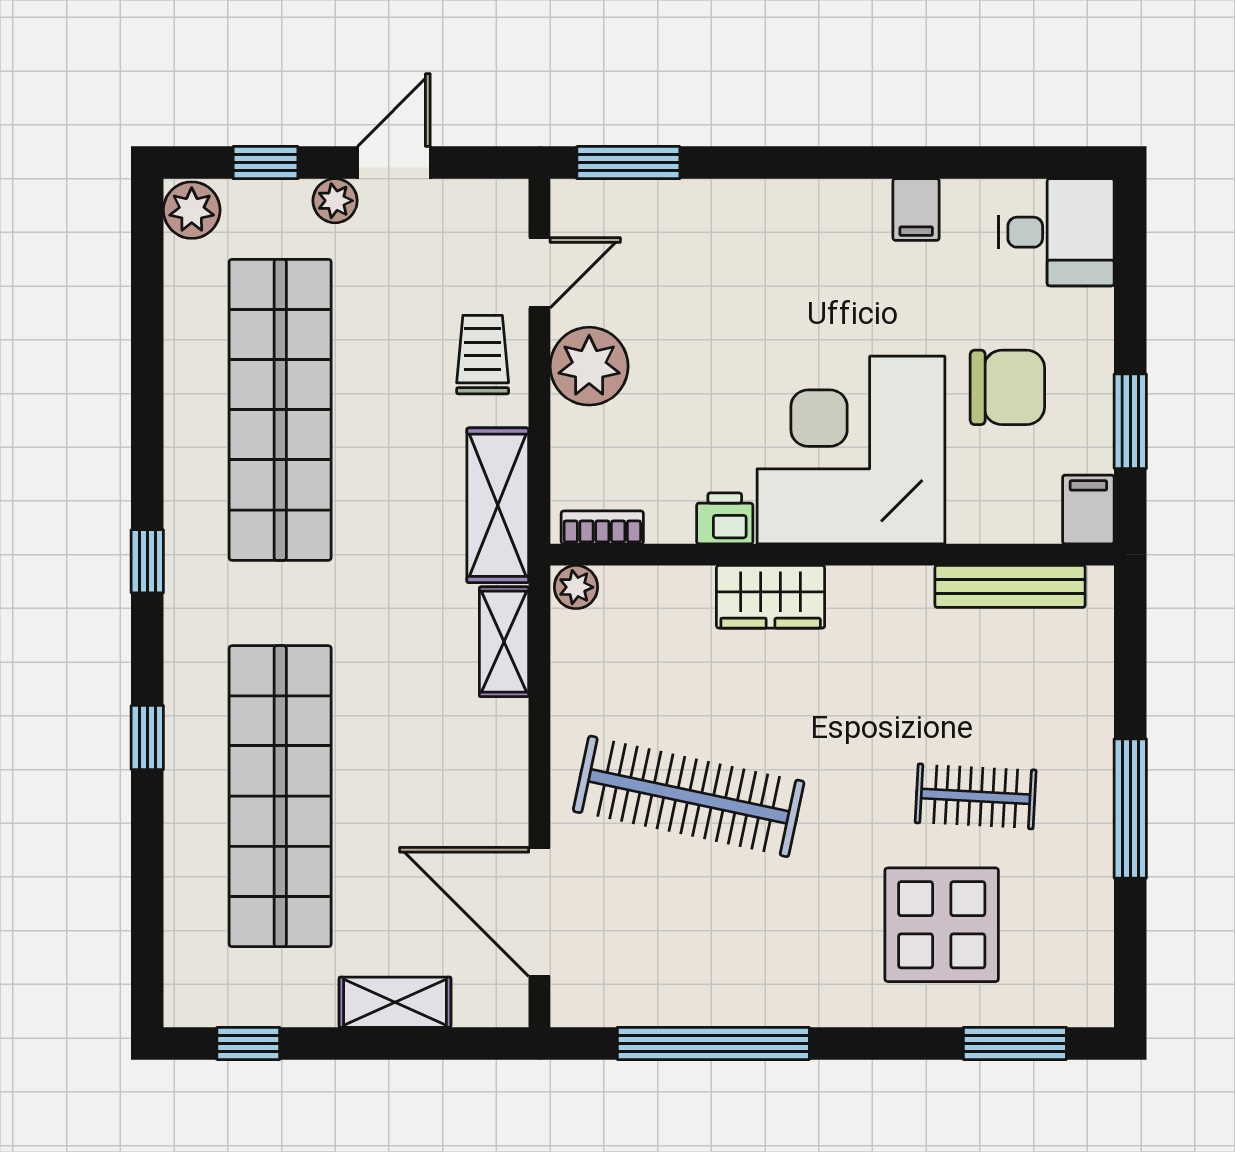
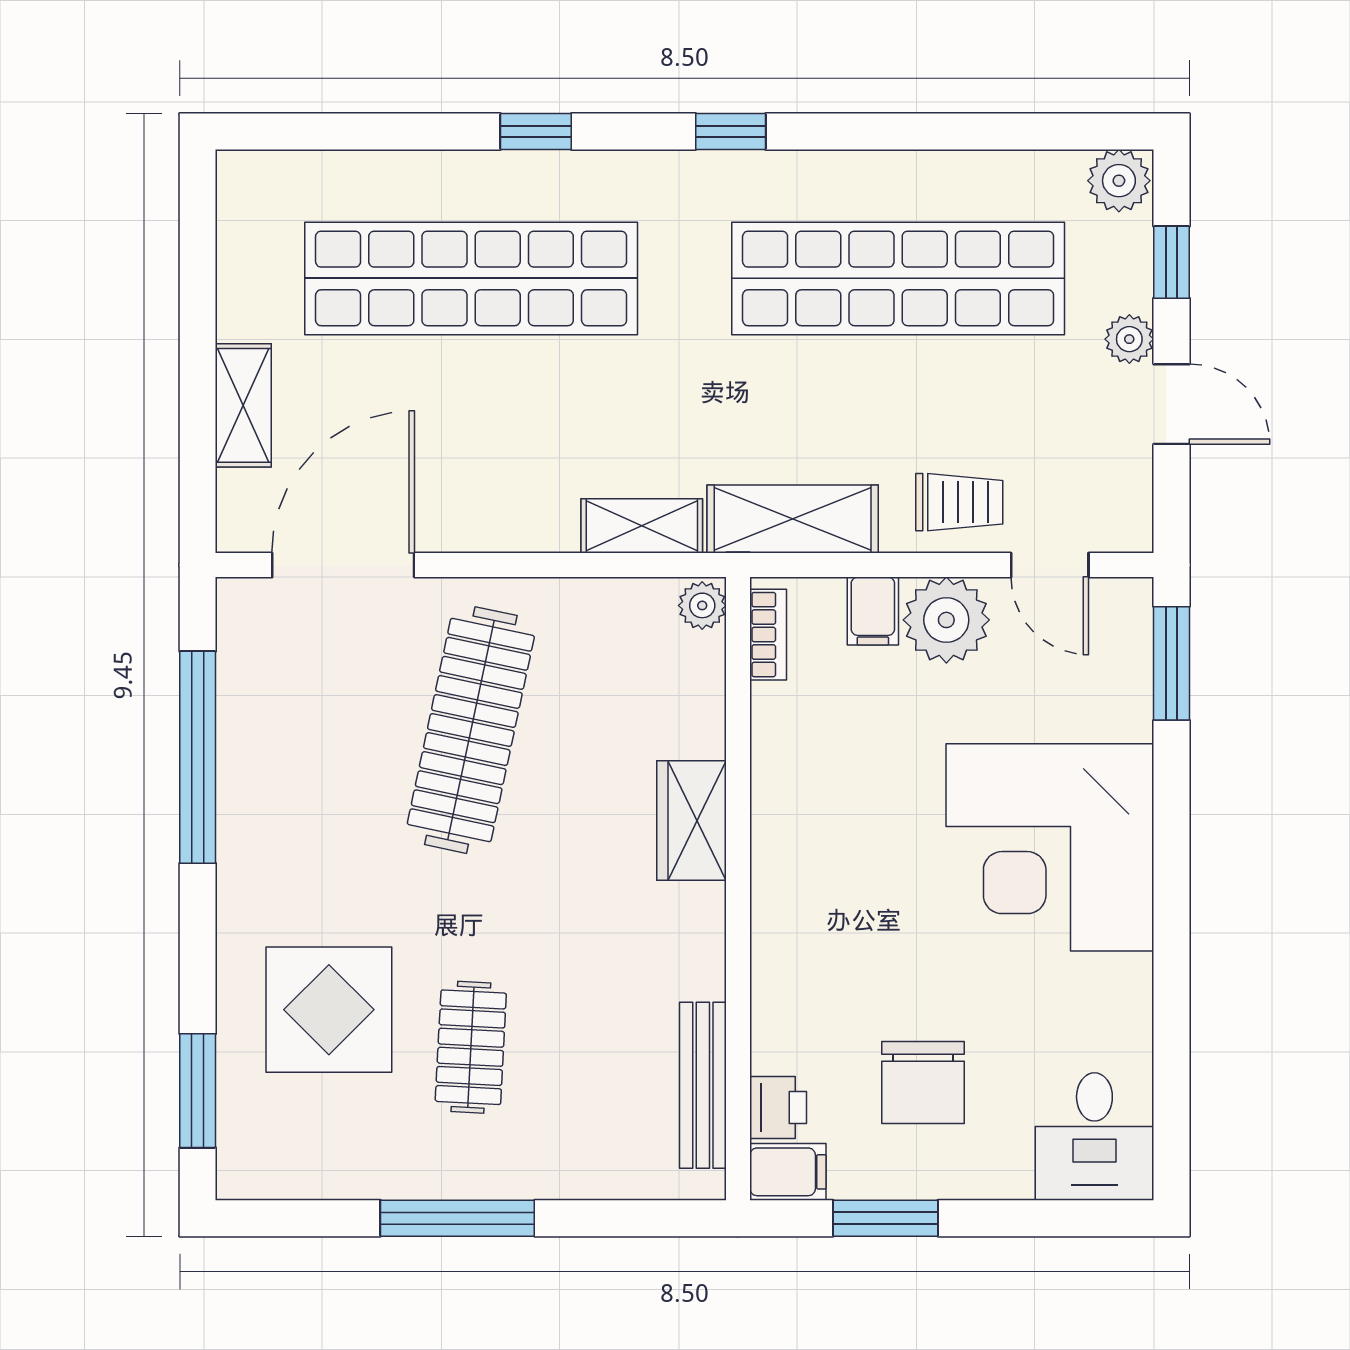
filing cabinet: (916, 209) -> (873, 611), moved, turned -90
corner desk: (851, 450) -> (1050, 847), moved, turned 180
printer: (725, 518) -> (778, 1108), moved
window: (248, 1043) -> (198, 243), removed

